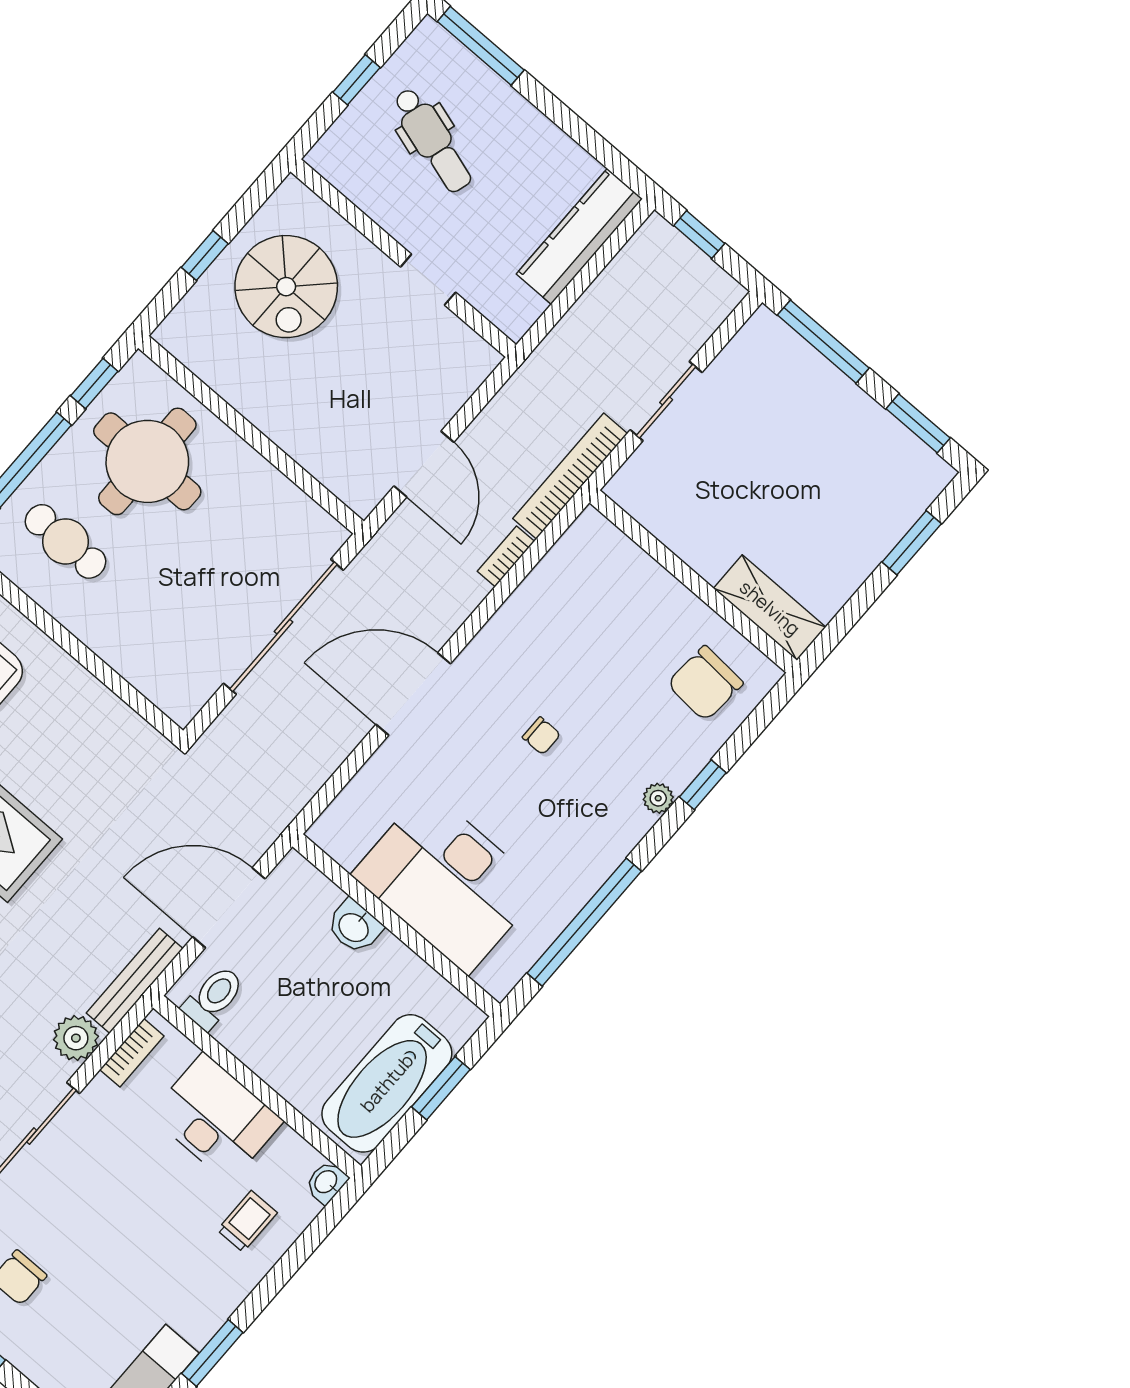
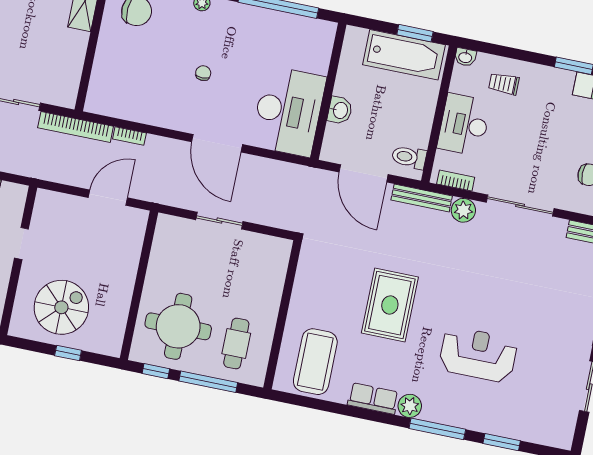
sliding door: (283, 627) -> (219, 221), width x0.54
desk: (447, 881) -> (288, 111), moved
window: (441, 1088) -> (415, 33), moved

